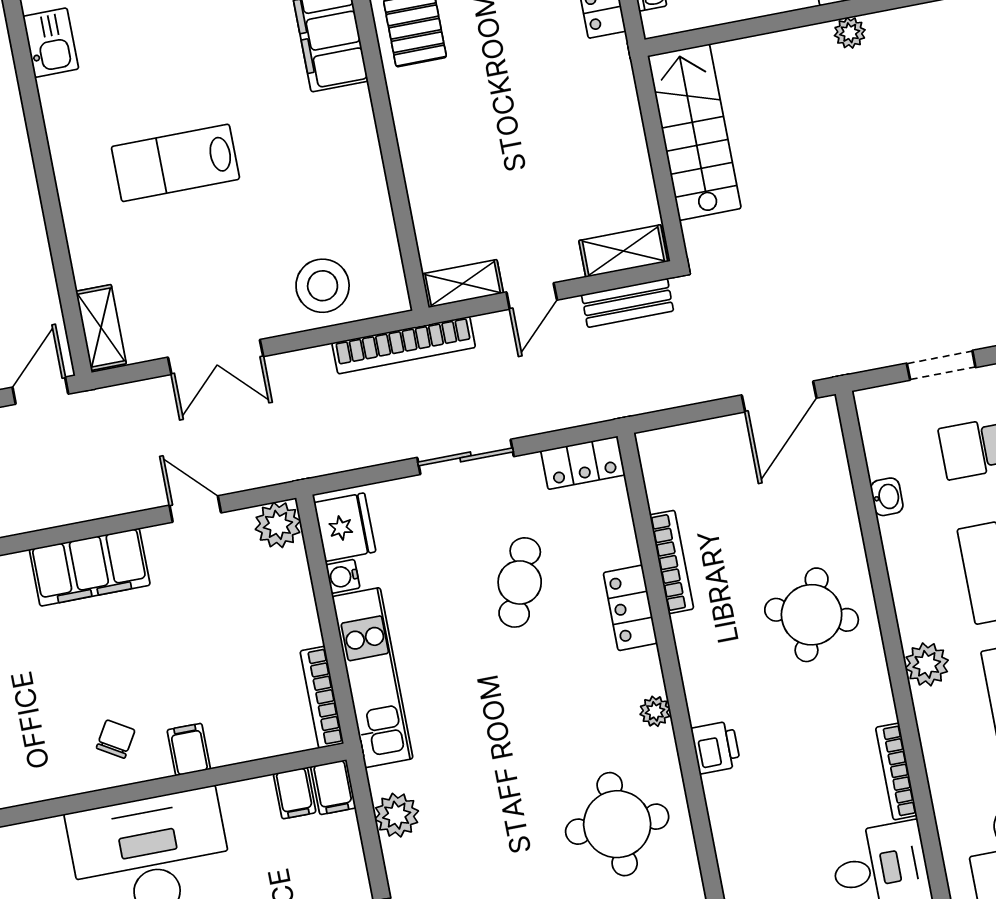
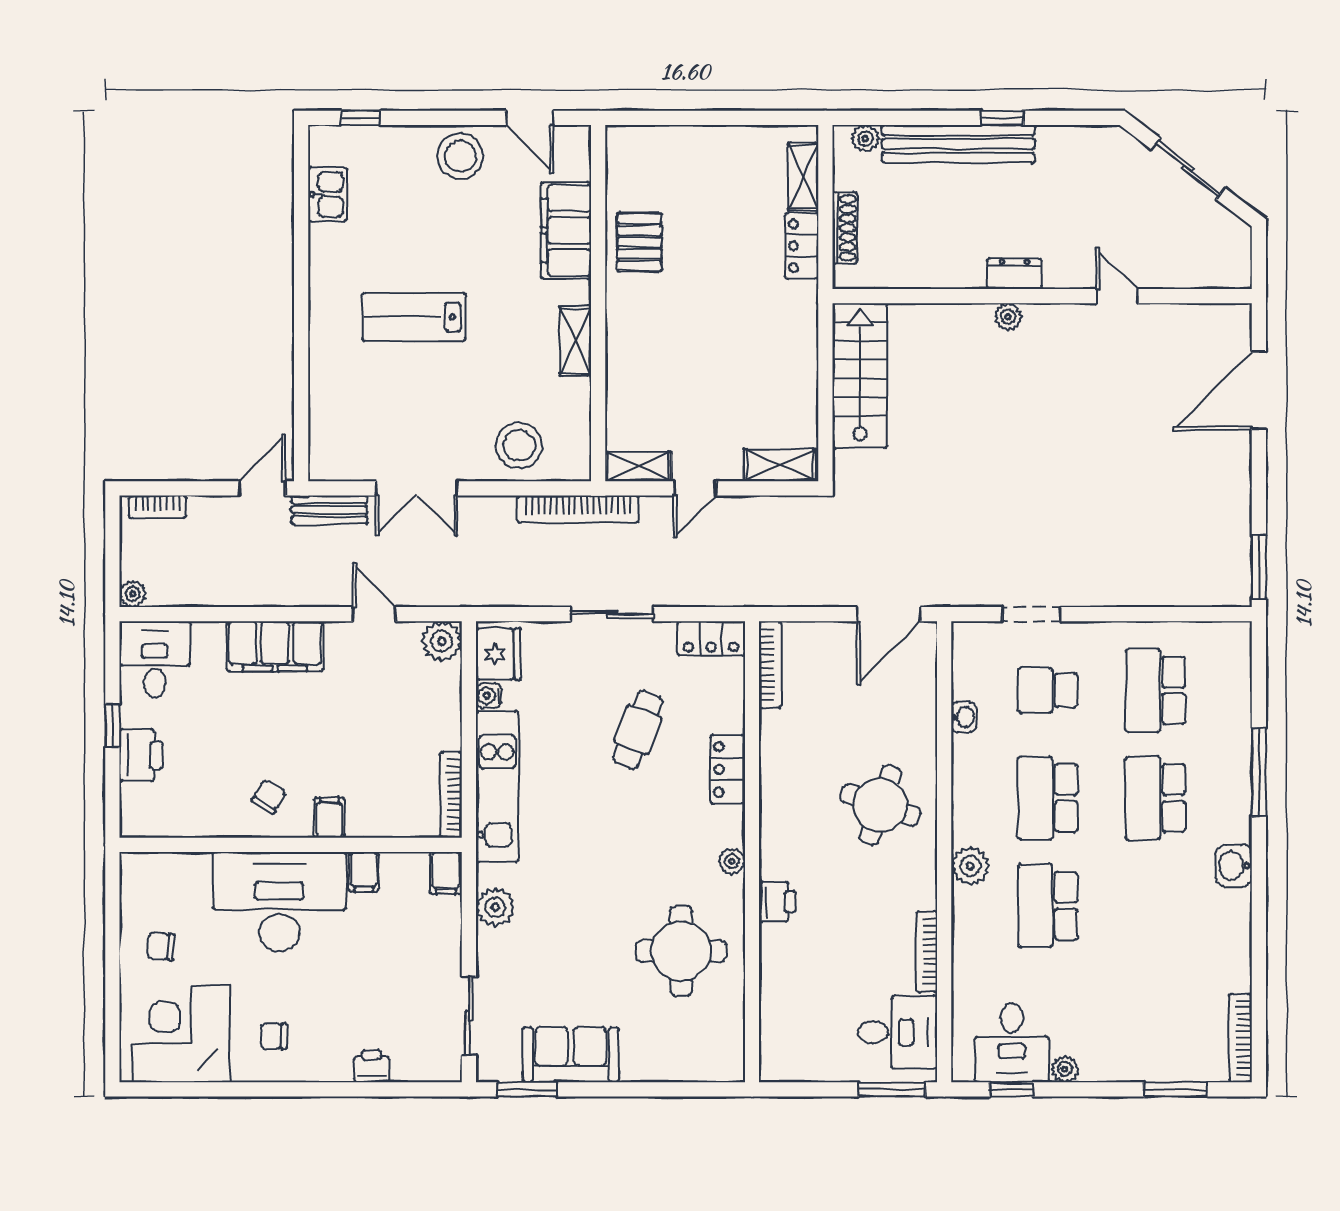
bench: (627, 303) -> (329, 510), moved
shelving: (101, 328) -> (576, 341), moved
bookcase: (672, 562) -> (770, 665), moved
filing cabinet: (295, 793) -> (364, 872), moved

